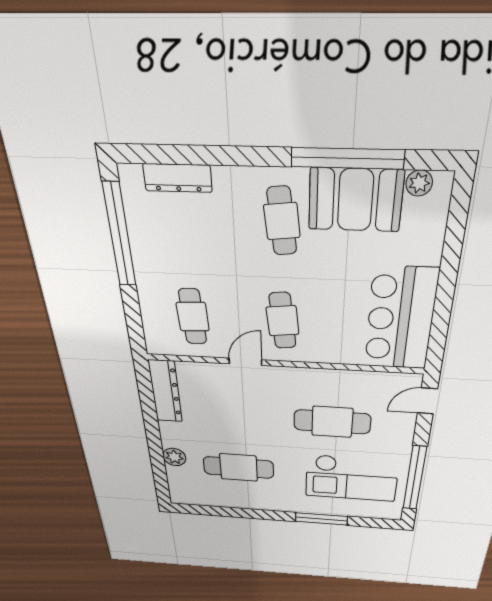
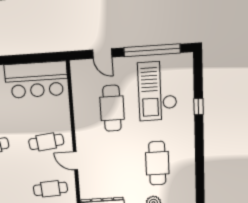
door: (427, 401) -> (102, 54), moved
checkout: (351, 478) -> (157, 91), turned 180
window: (321, 519) -> (198, 107), width x0.46

